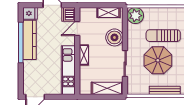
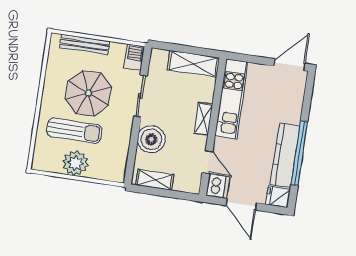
plant: (135, 16) -> (75, 163), moved
door: (77, 28) -> (207, 162), hinge flipped
barbecue: (133, 87) -> (134, 57), added
shelving: (107, 88) -> (193, 64), moved

